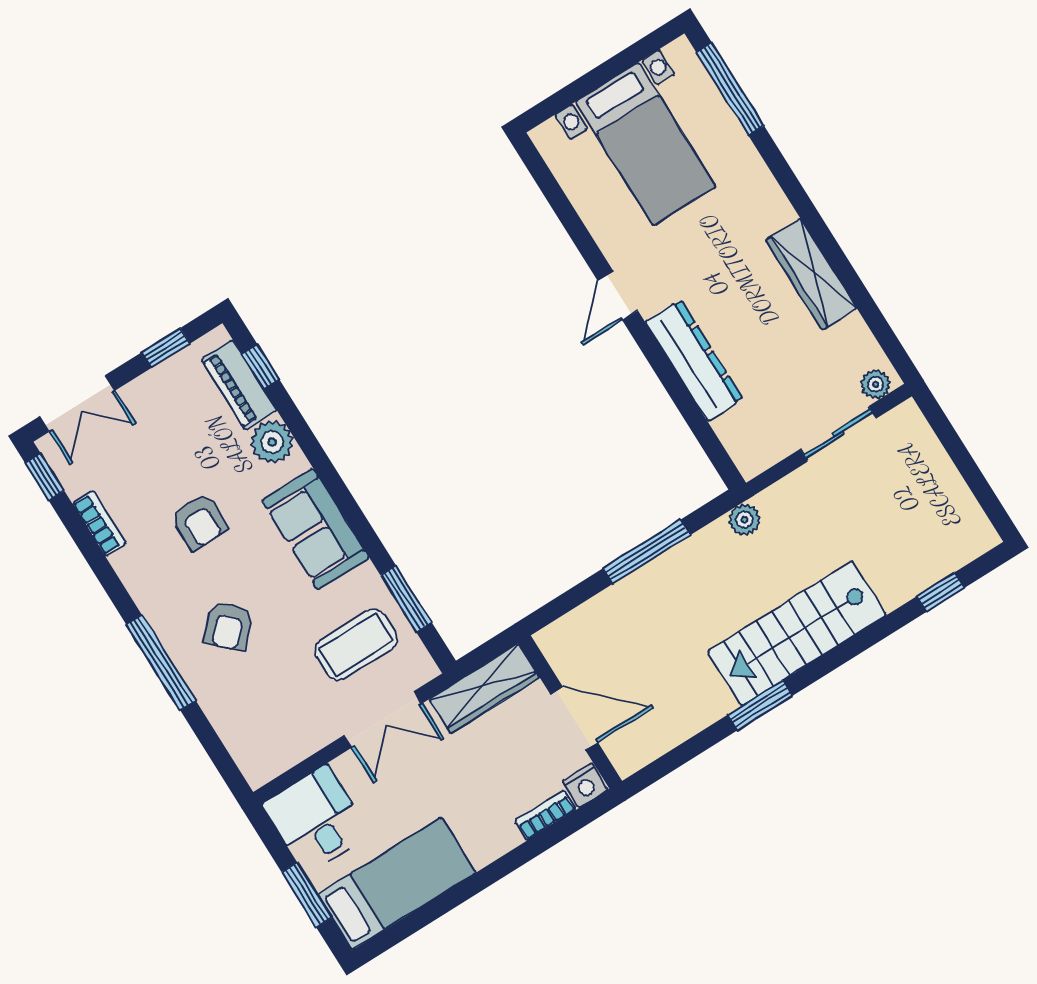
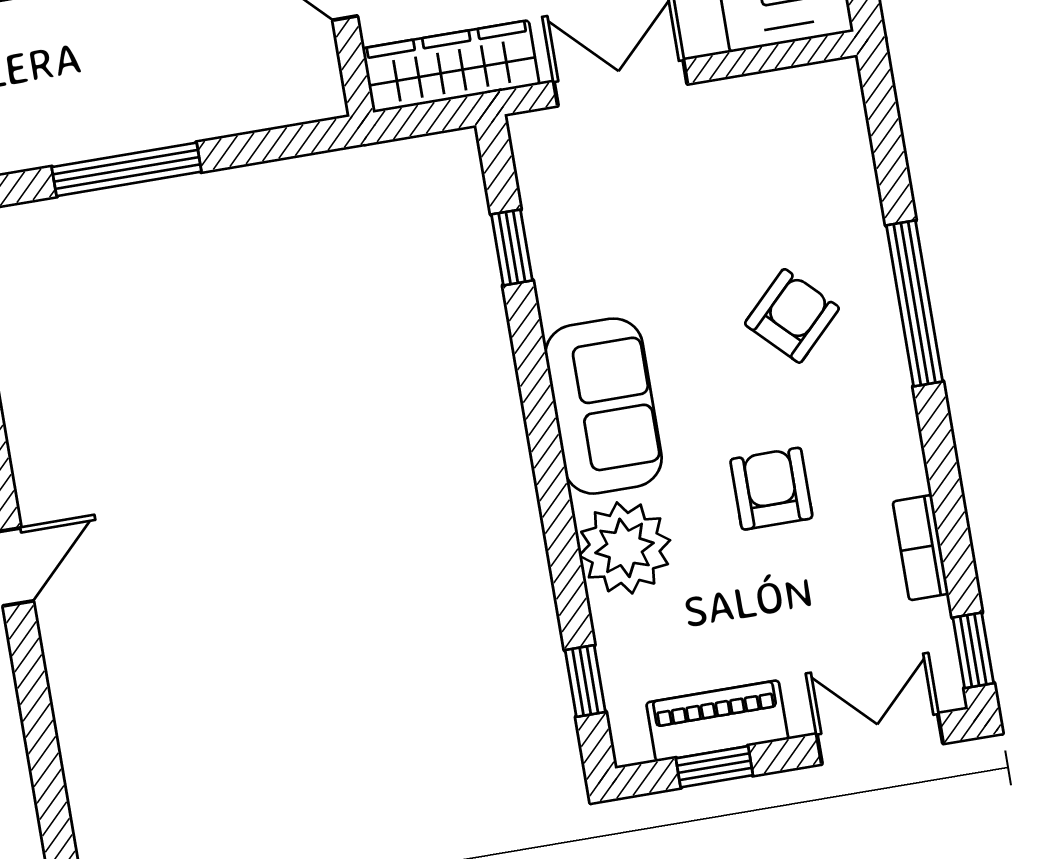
piano: (239, 385) -> (717, 721), moved, turned -90
plant: (272, 442) -> (625, 548), width x1.36, depth x1.36
window: (406, 599) -> (512, 247), width x0.67
coffee table: (356, 645) -> (615, 210), removed

